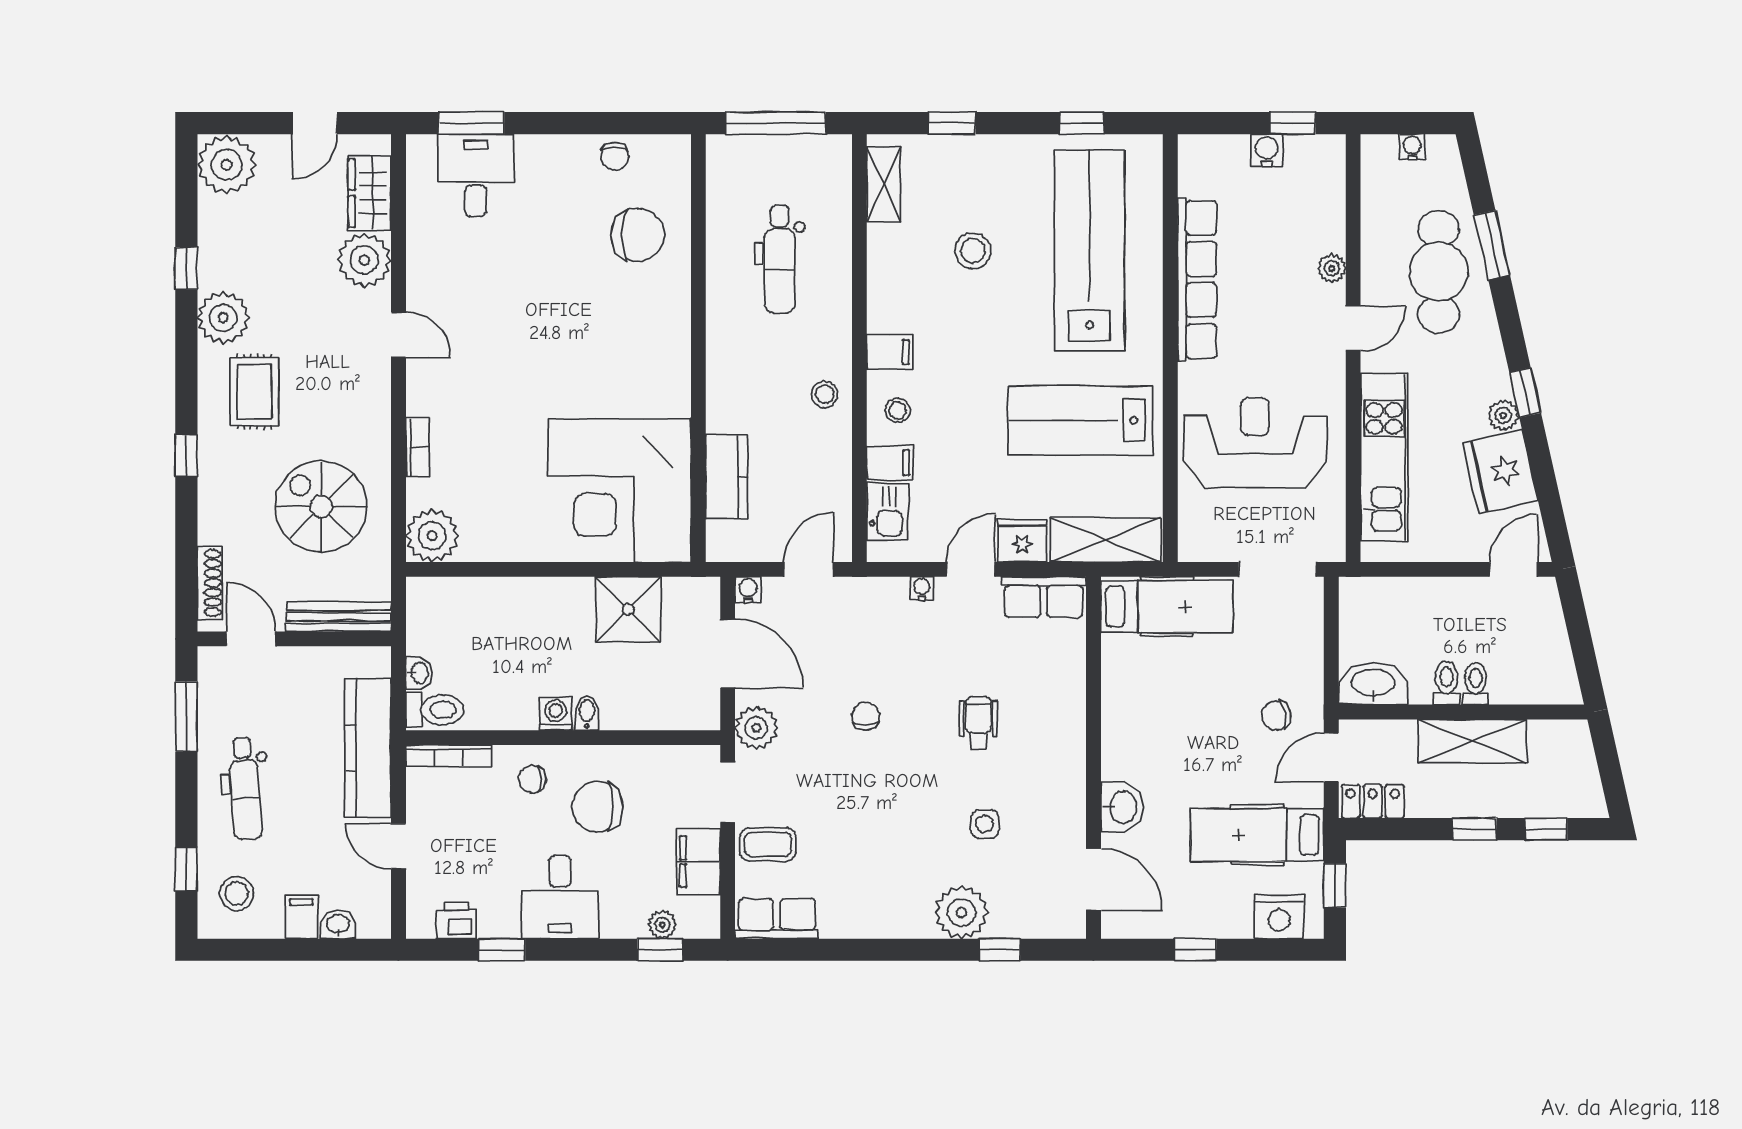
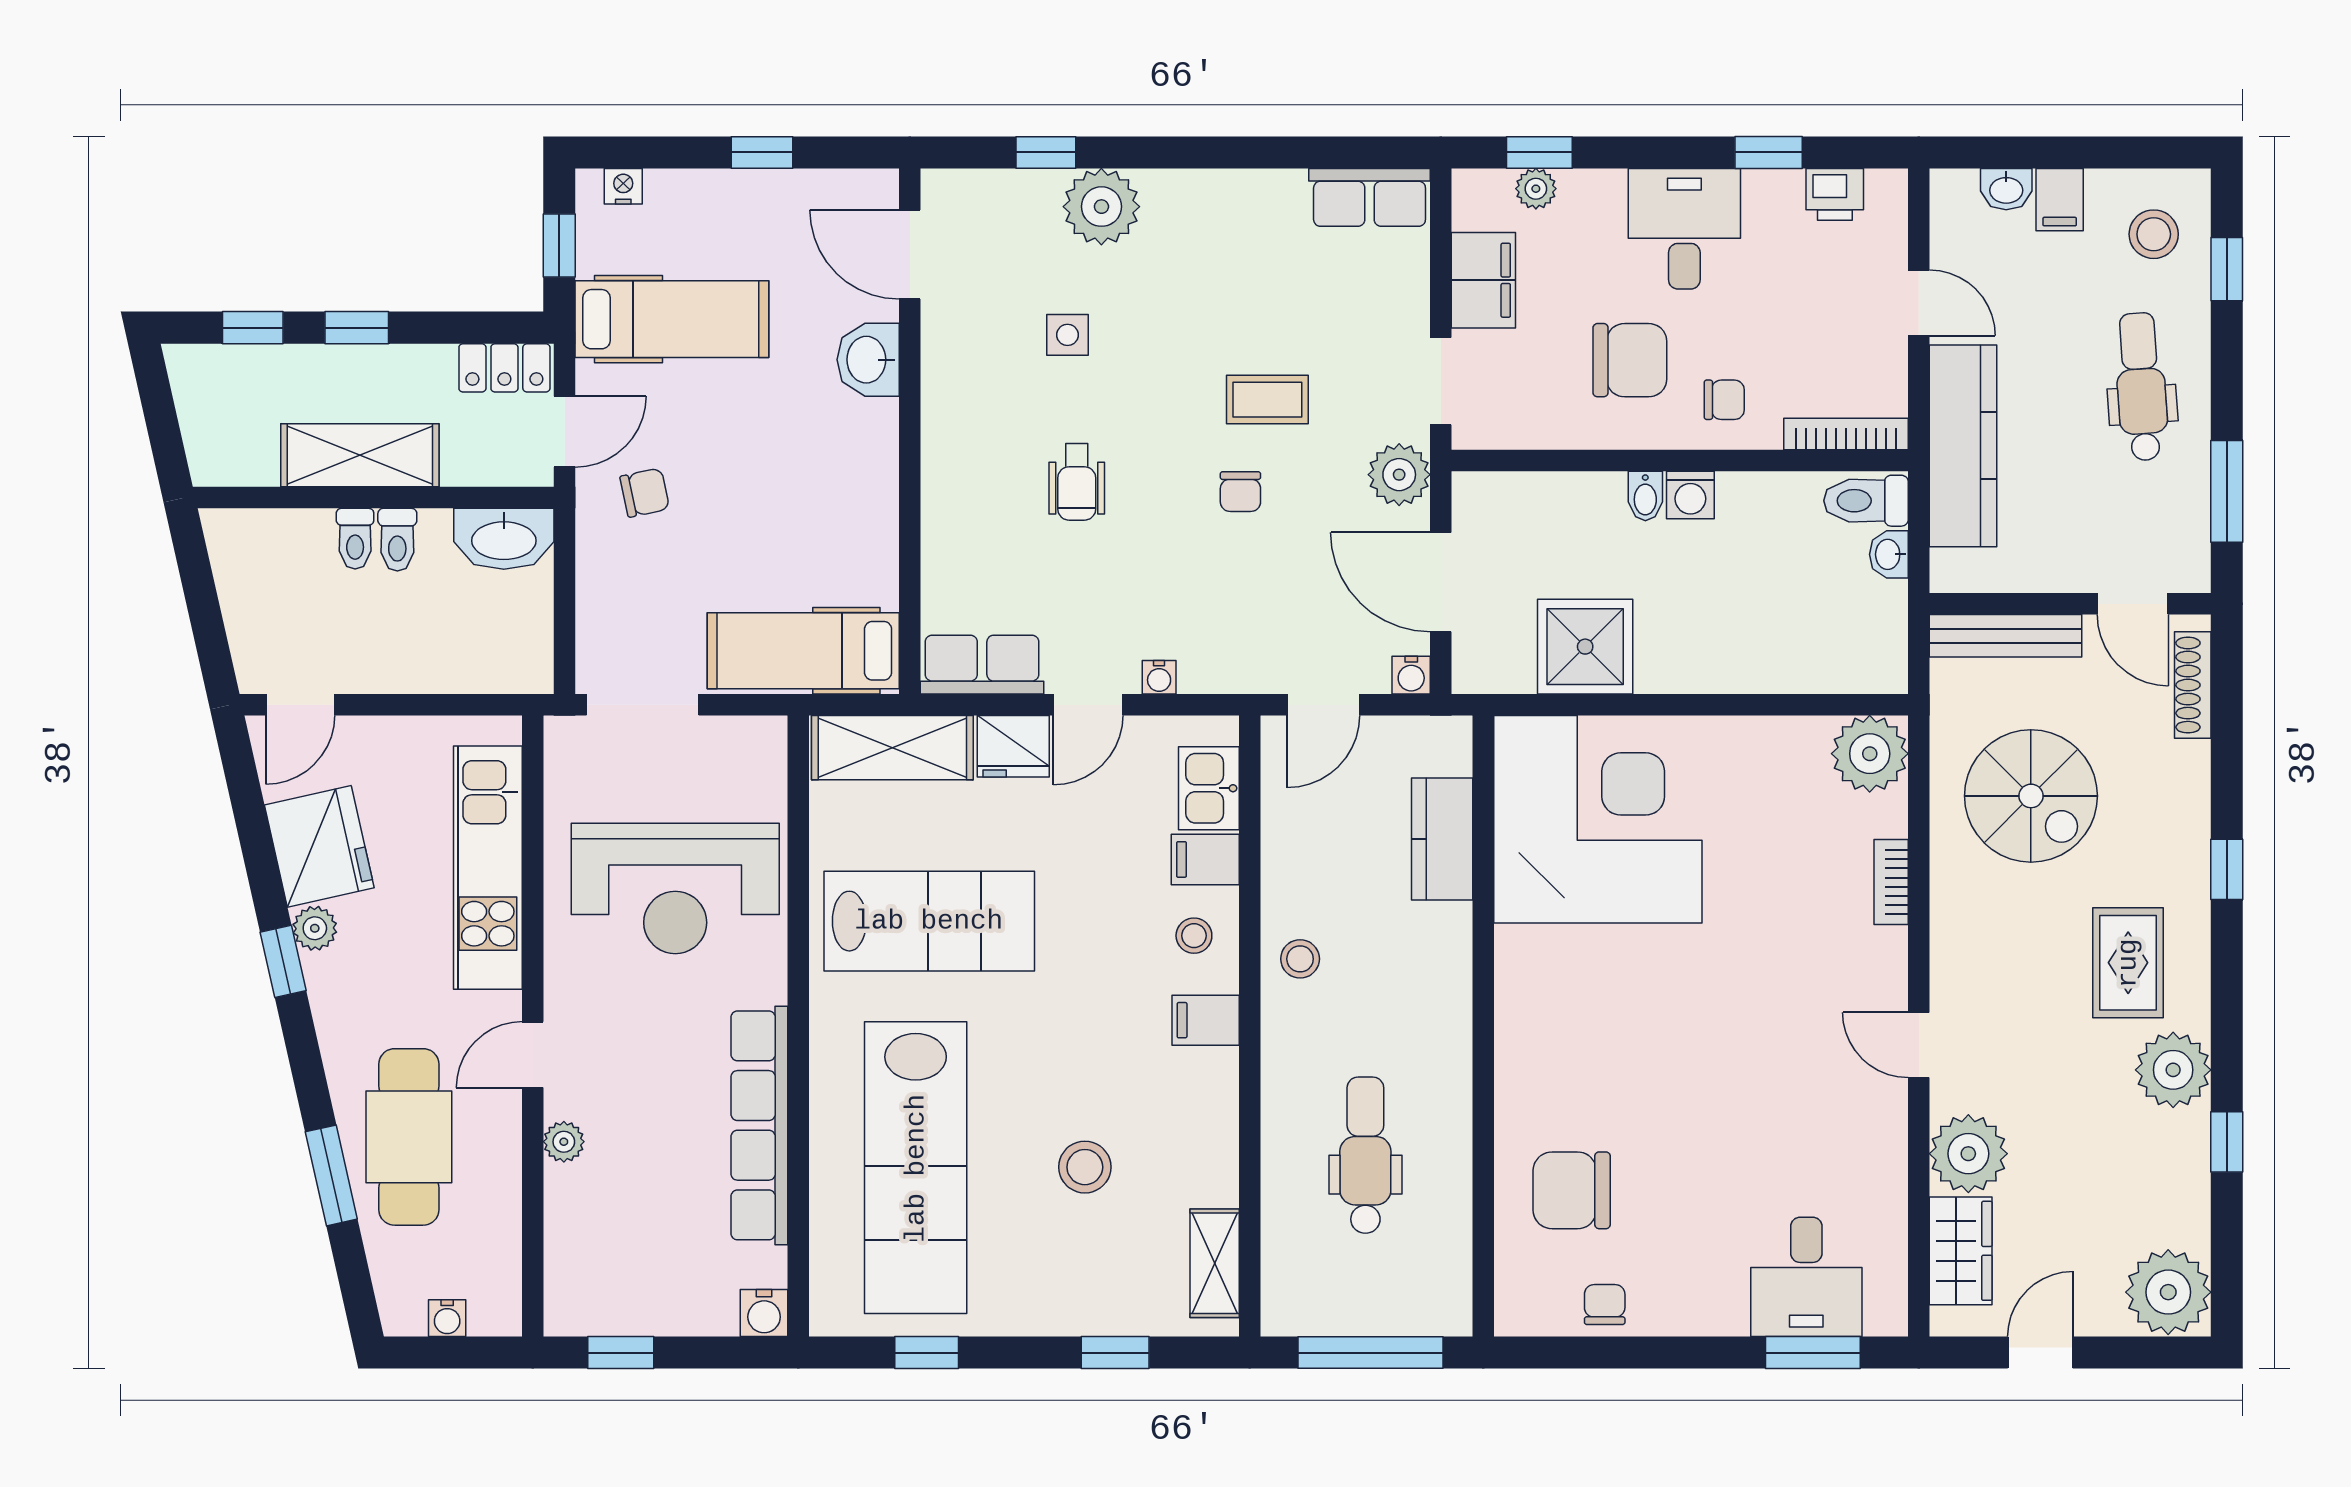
water cooler: (1267, 150) -> (764, 1313), moved
coffee table: (768, 845) -> (1267, 400), moved
nightstand: (1279, 917) -> (623, 186), width x0.53, depth x0.56

